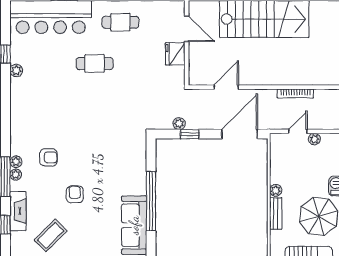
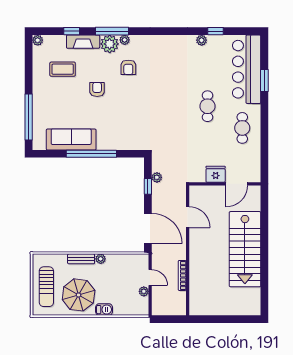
plant: (16, 175) -> (110, 44), width x1.87, depth x1.87
armchair: (75, 194) -> (97, 89), turned -90
coffee table: (51, 235) -> (63, 69), turned -45

